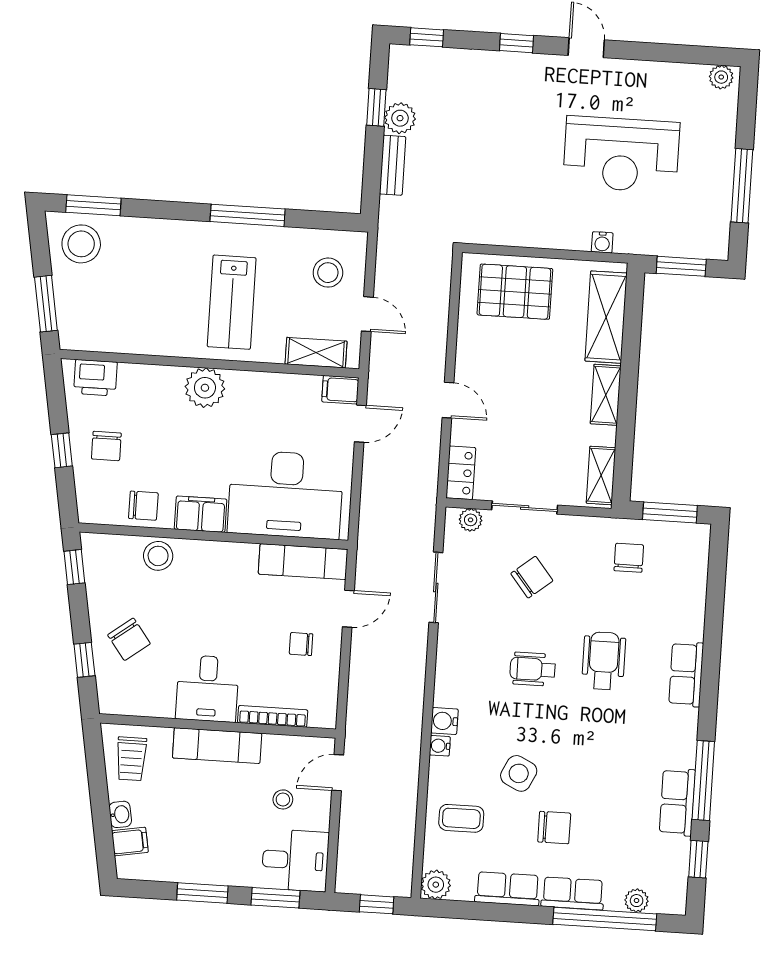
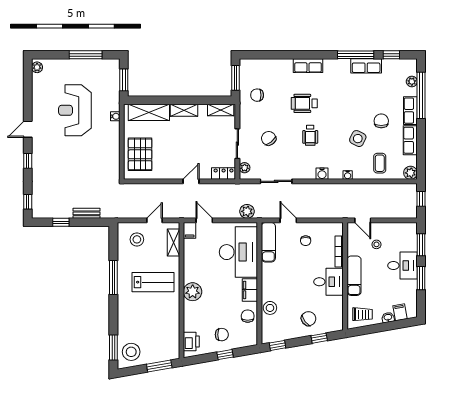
plant: (400, 118) -> (247, 211), moved
reception desk: (621, 154) -> (75, 110), turned 180
water cooler: (444, 721) -> (322, 174), moved
desk: (295, 860) -> (403, 266), moved, turned 90

